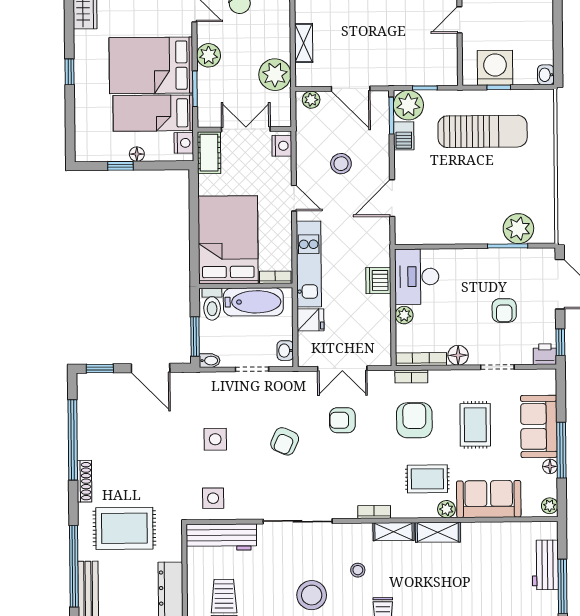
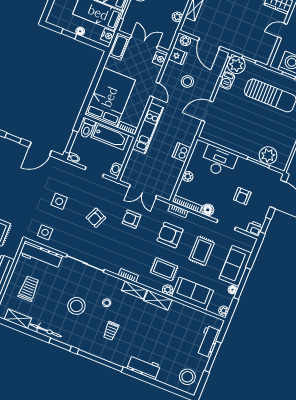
plant: (275, 75) -> (177, 17), width x0.53, depth x0.53
desk: (417, 277) -> (219, 161), moved, turned 90
fridge: (310, 320) -> (178, 56), moved
door: (151, 368) -> (40, 149), hinge flipped
armchair: (414, 420) -> (170, 235), turned -90

